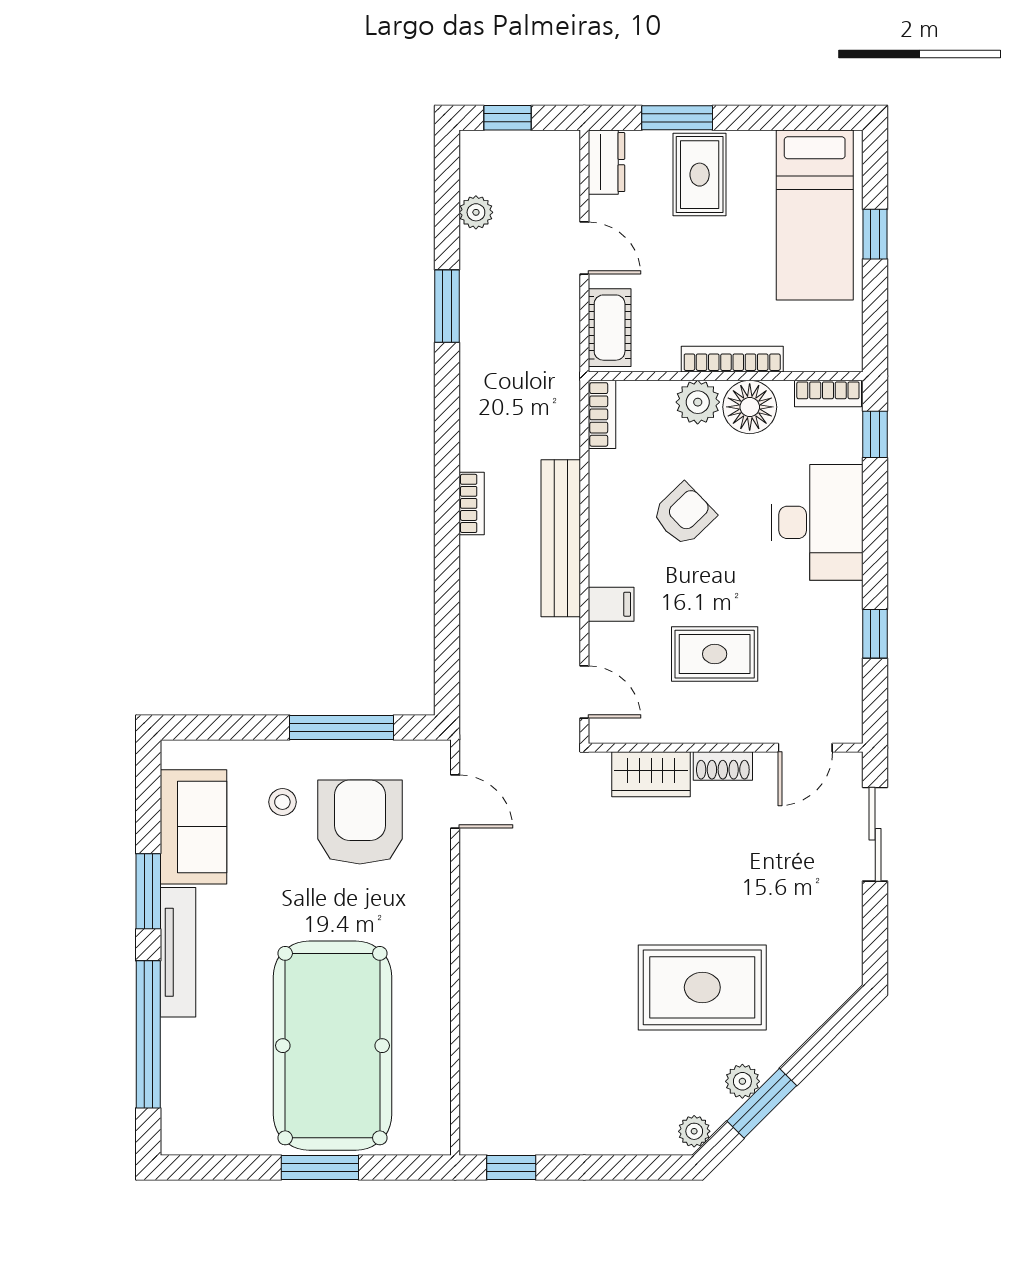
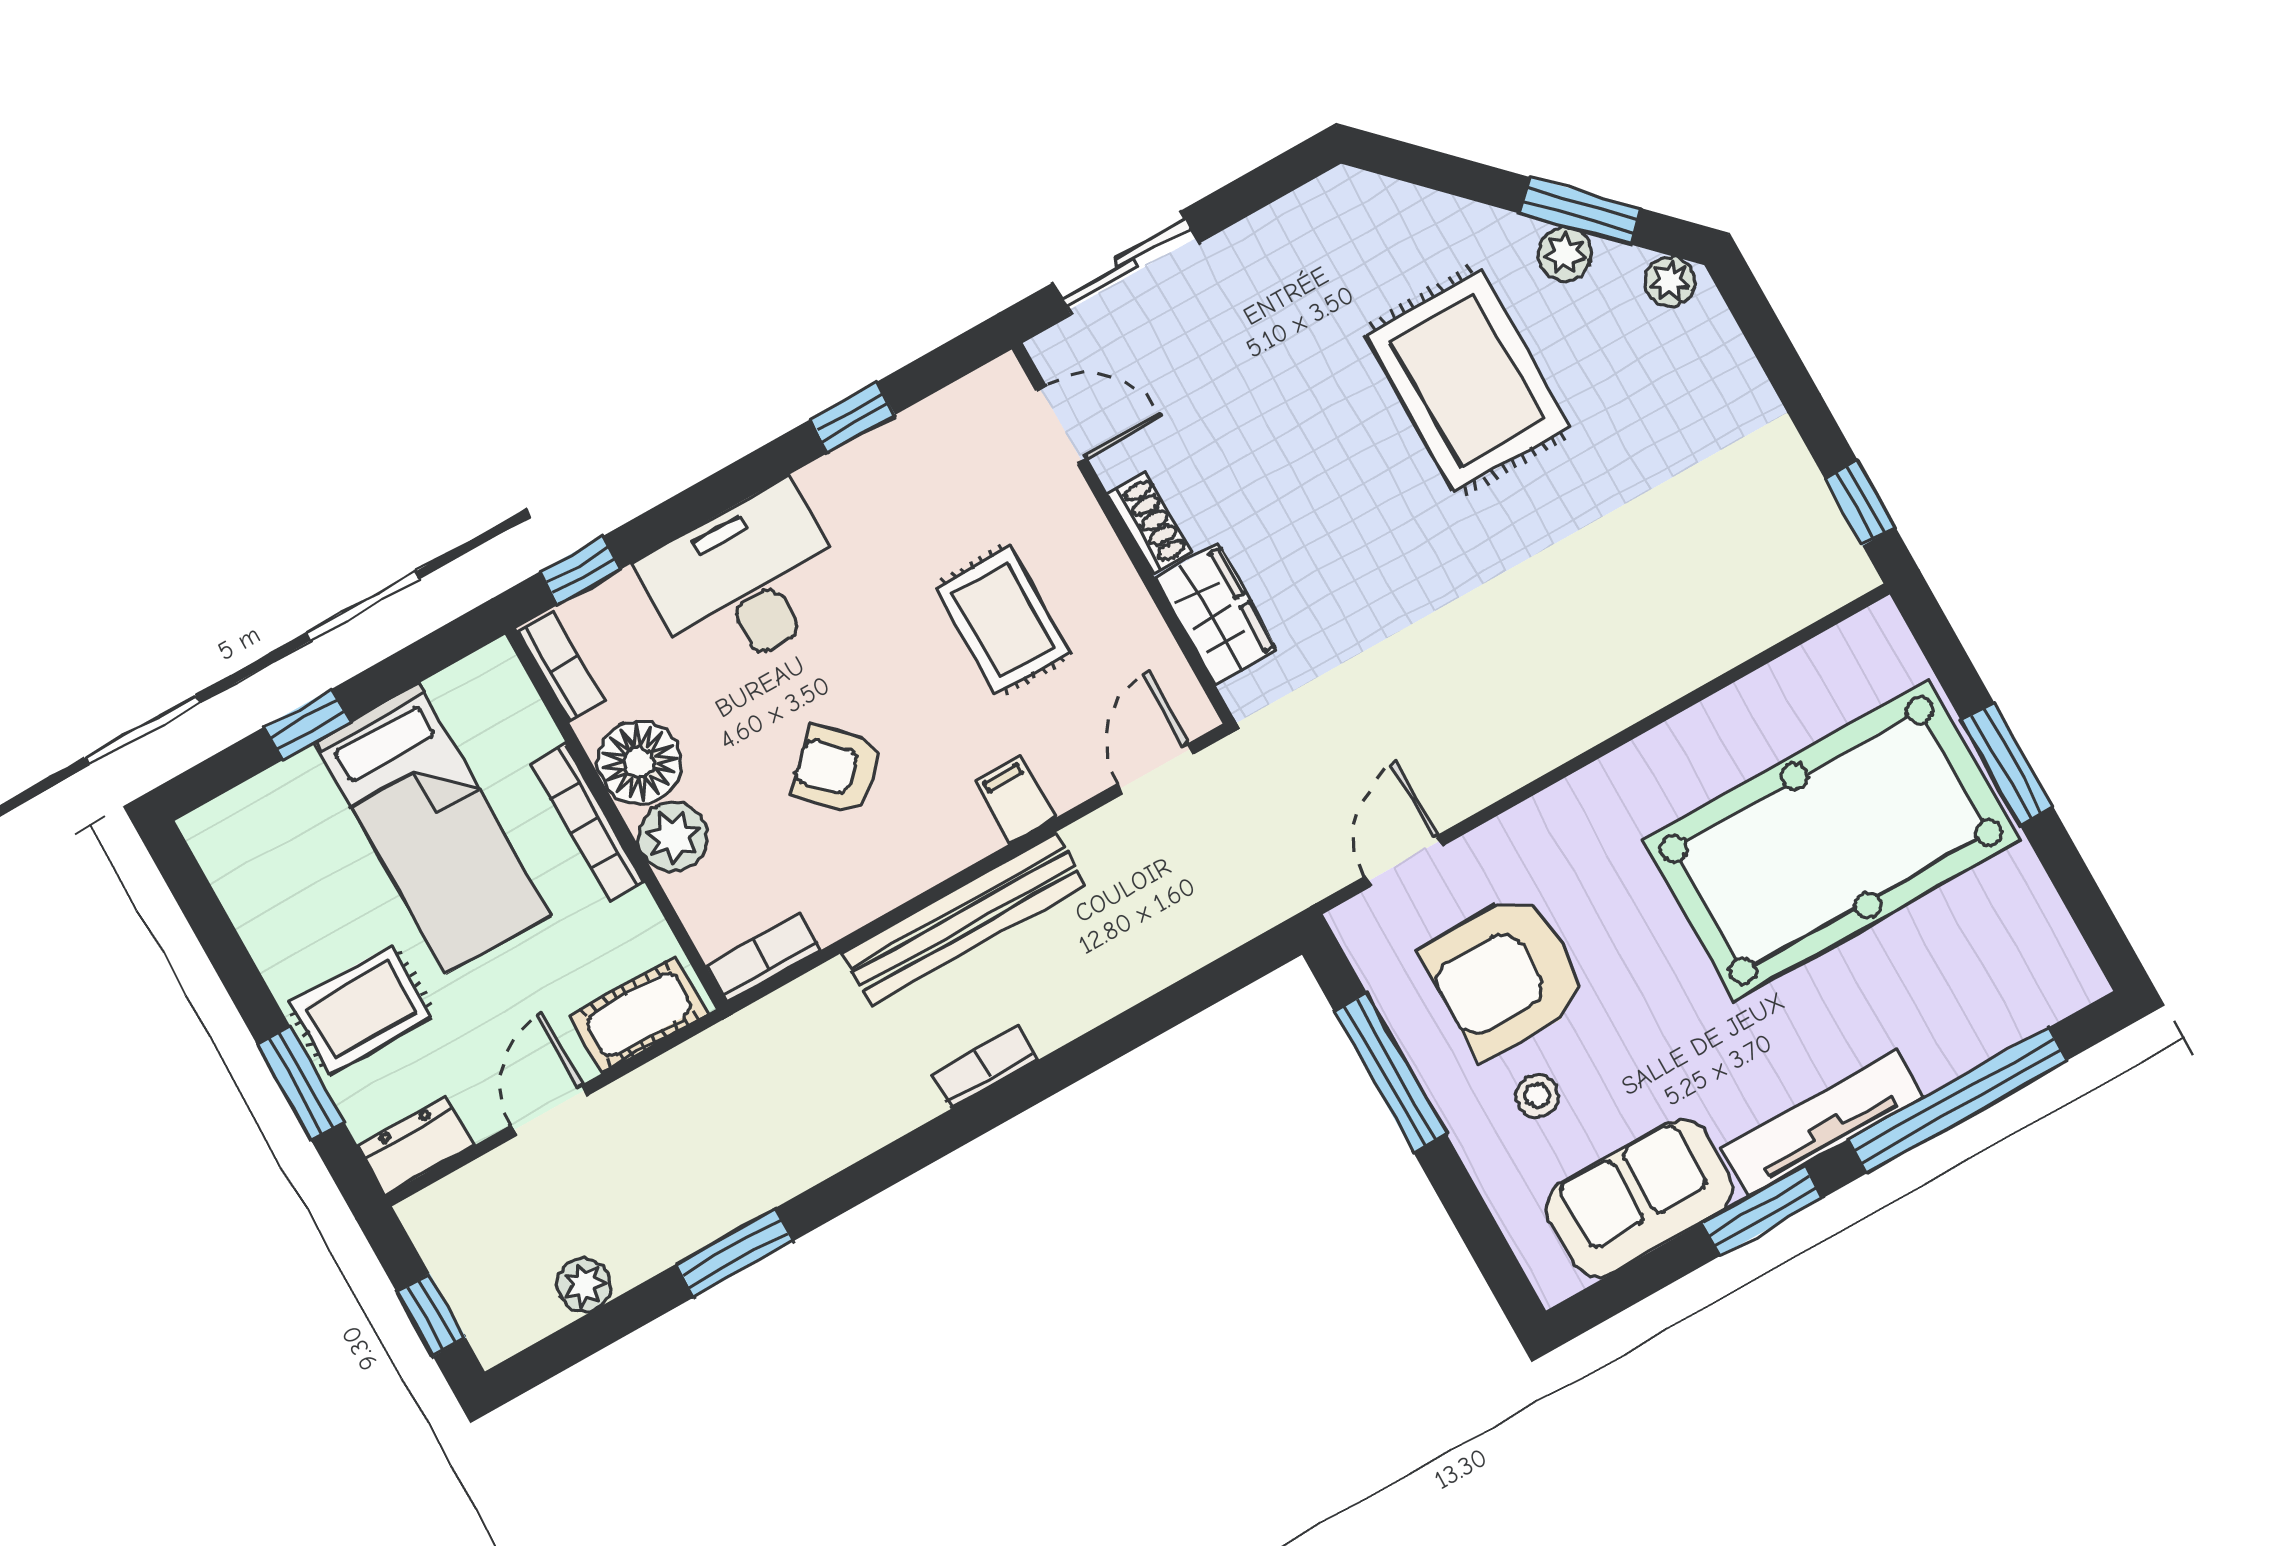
bed: (815, 215) -> (432, 829), moved, turned 90

